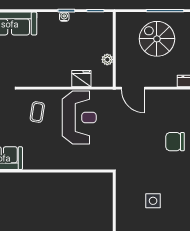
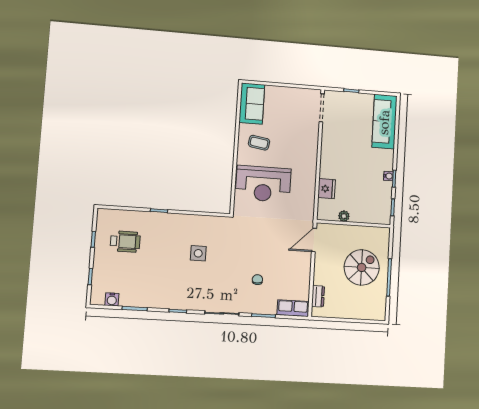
coffee table: (37, 112) -> (259, 143), moved
reception desk: (79, 117) -> (263, 184), moved
chair: (175, 142) -> (257, 280), width x0.54, depth x0.54

